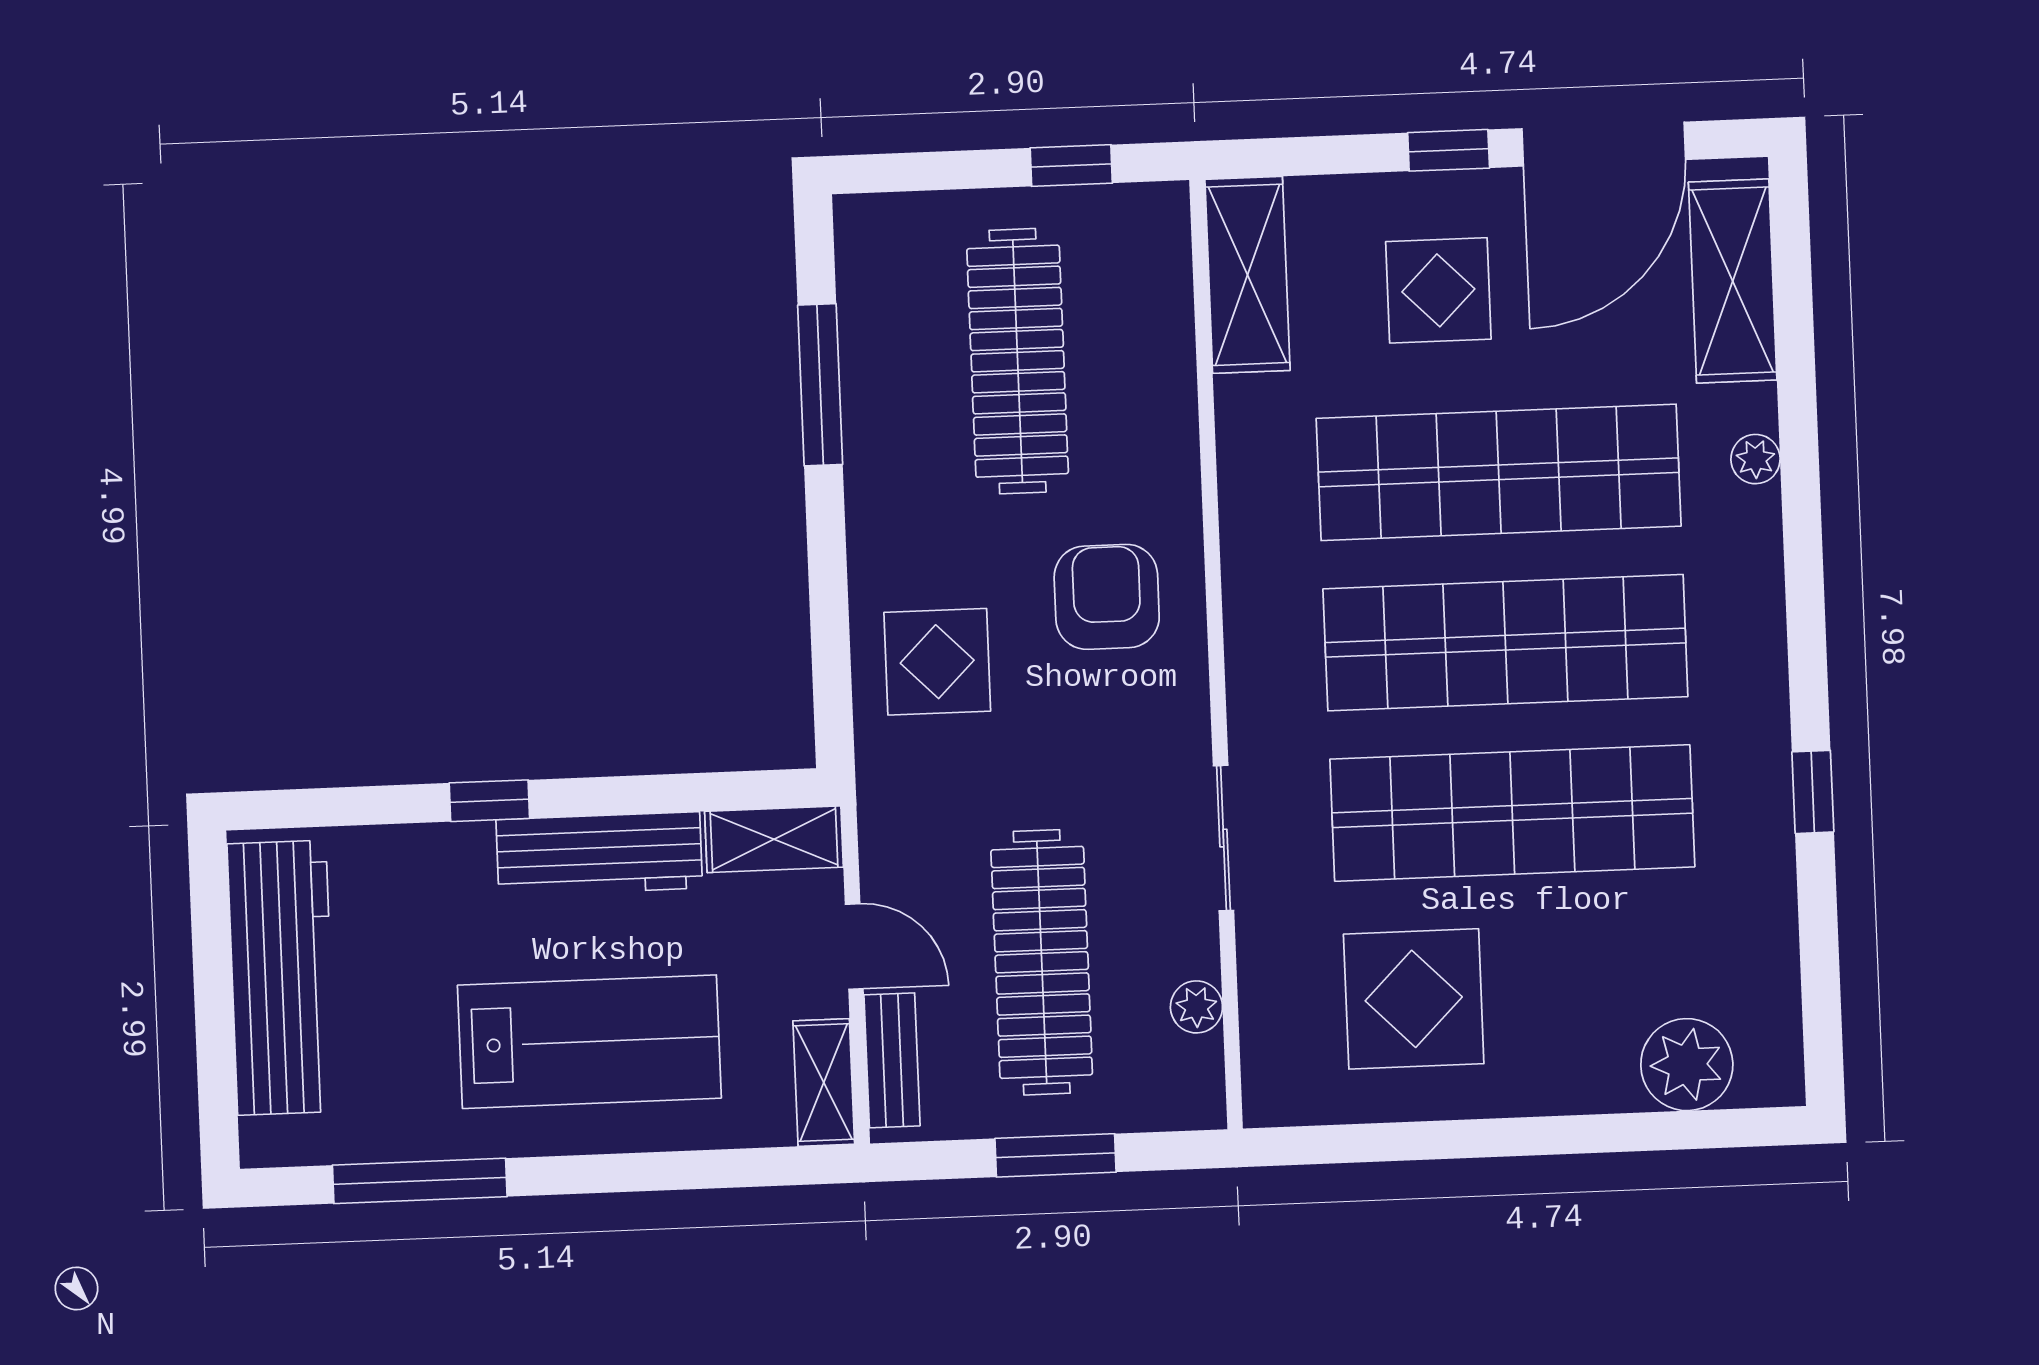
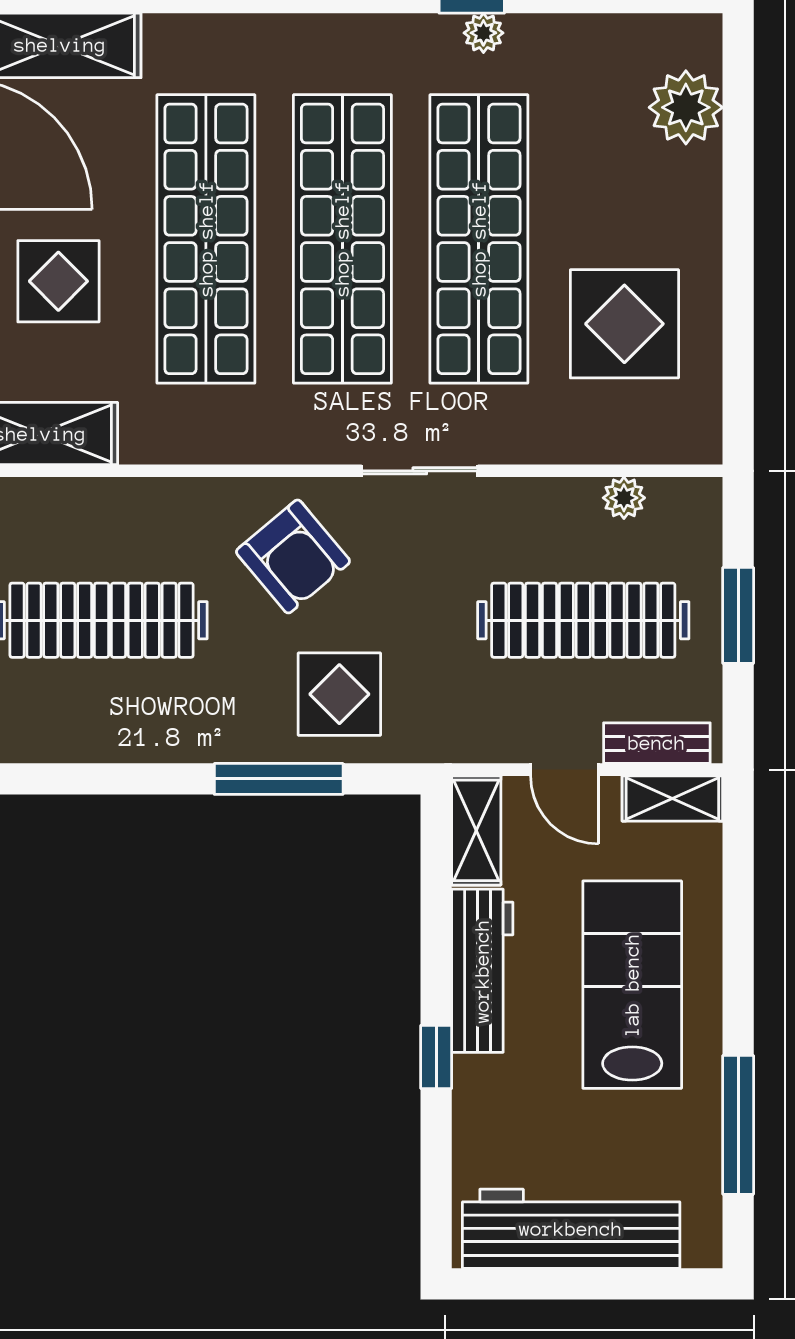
window: (820, 385) -> (279, 779), moved
plant: (1756, 459) -> (483, 33), moved
armchair: (1107, 597) -> (293, 556), turned -130
sliding door: (1223, 838) -> (420, 471), moved
door: (854, 947) -> (565, 770), swing flipped

